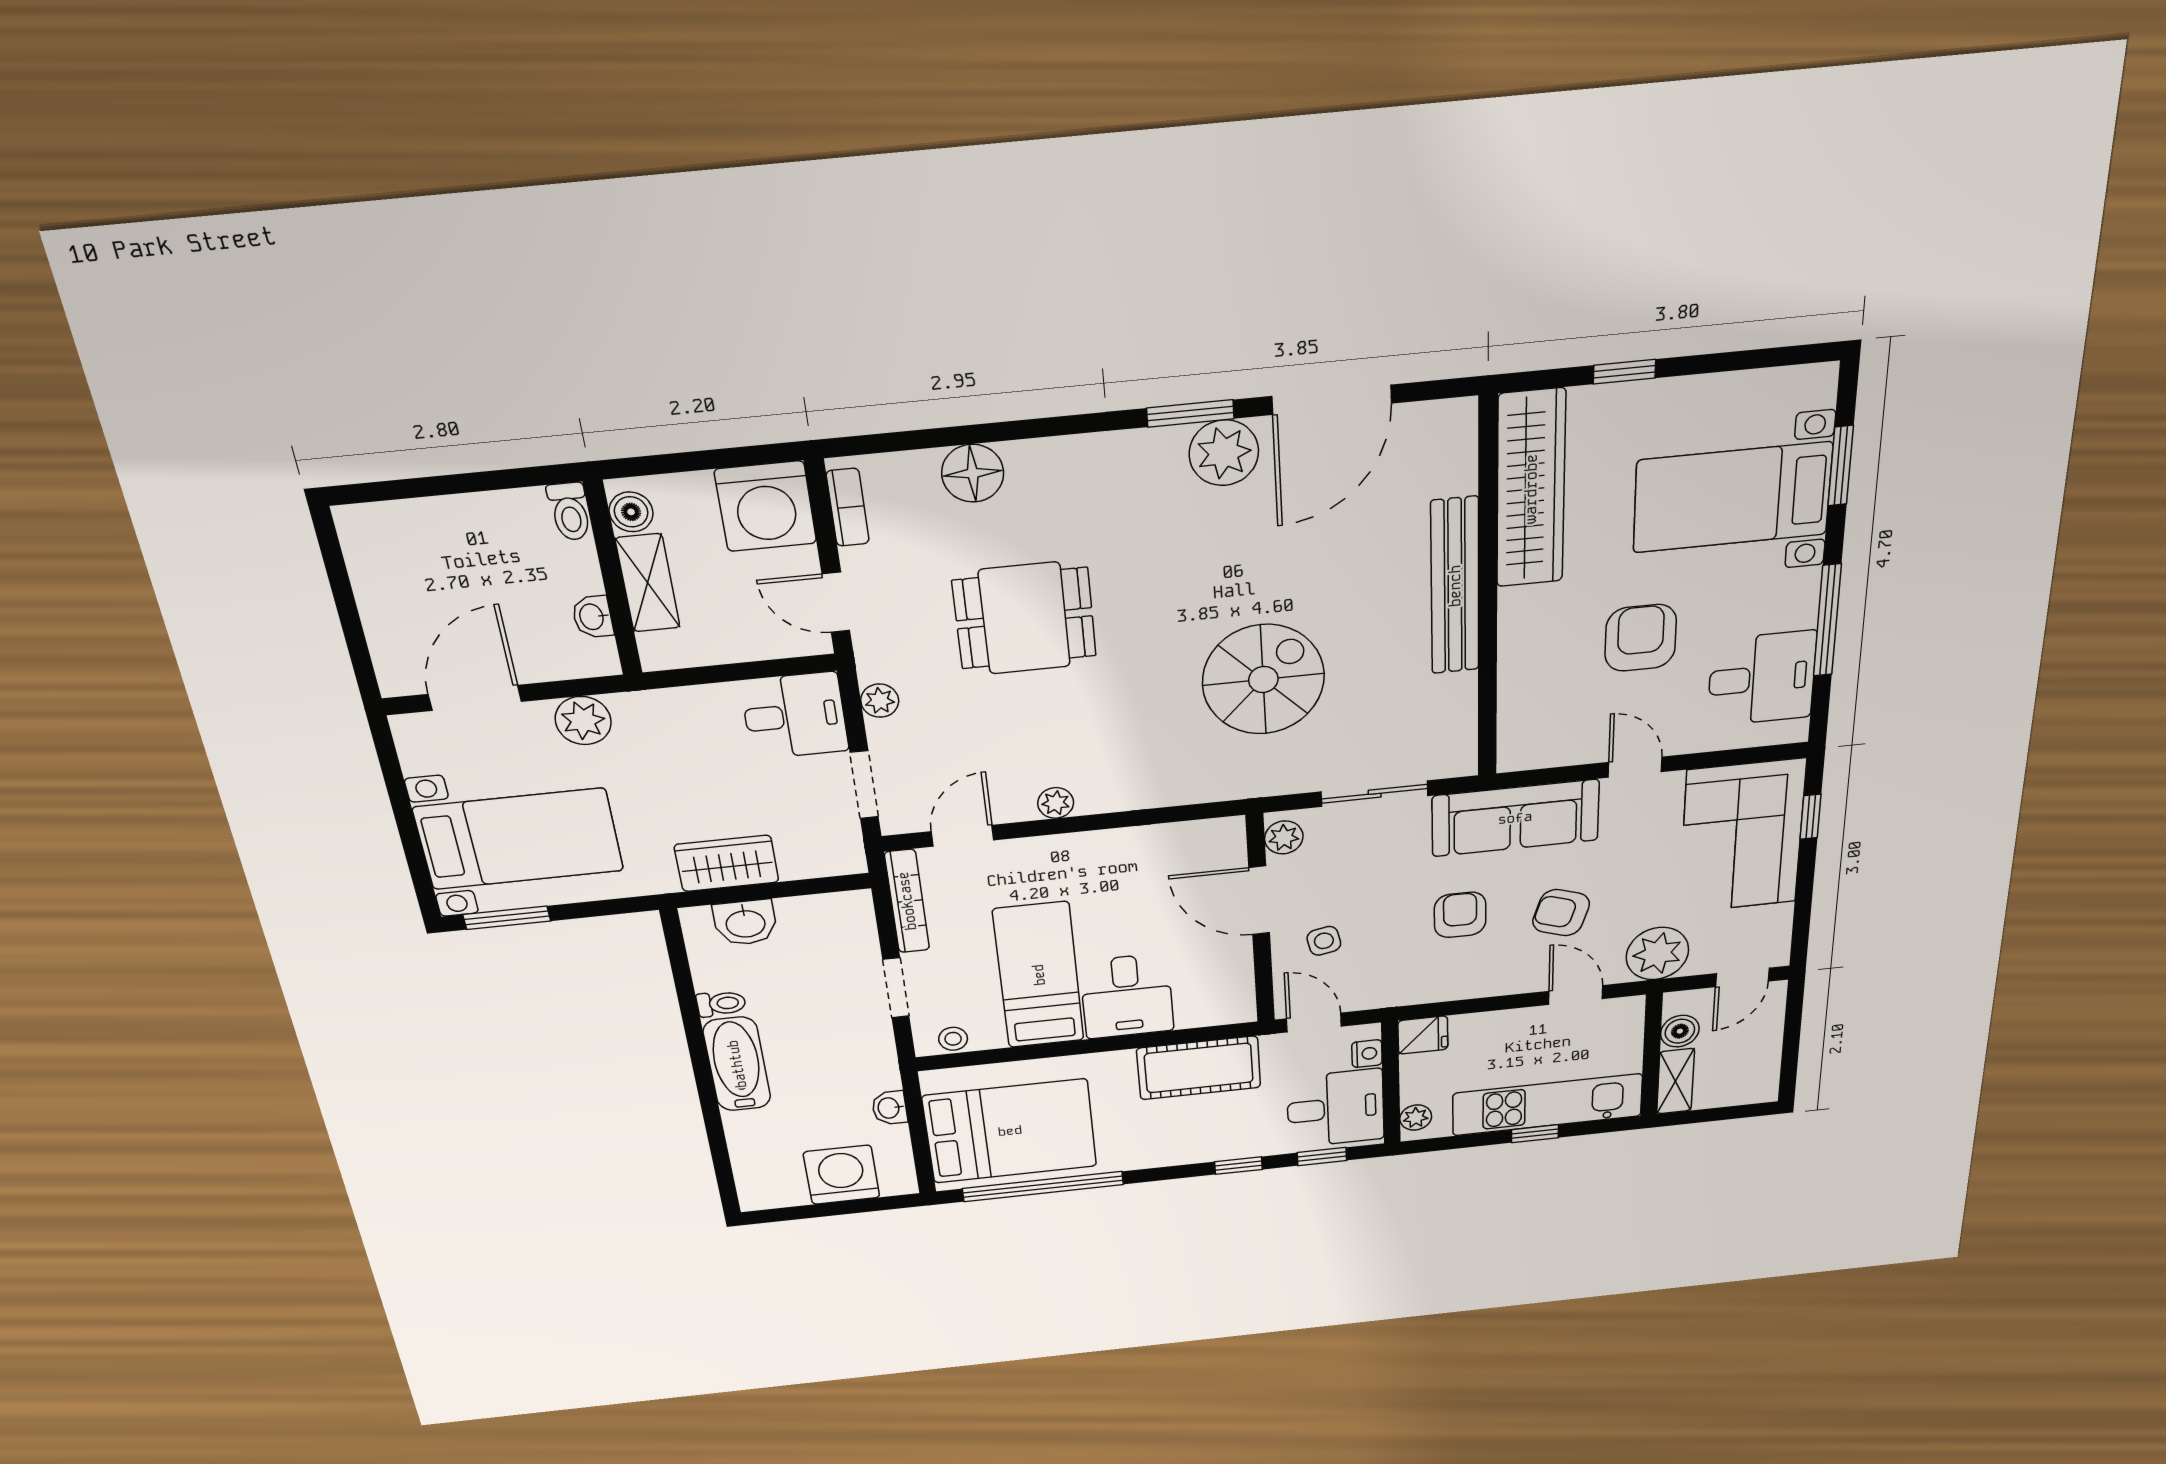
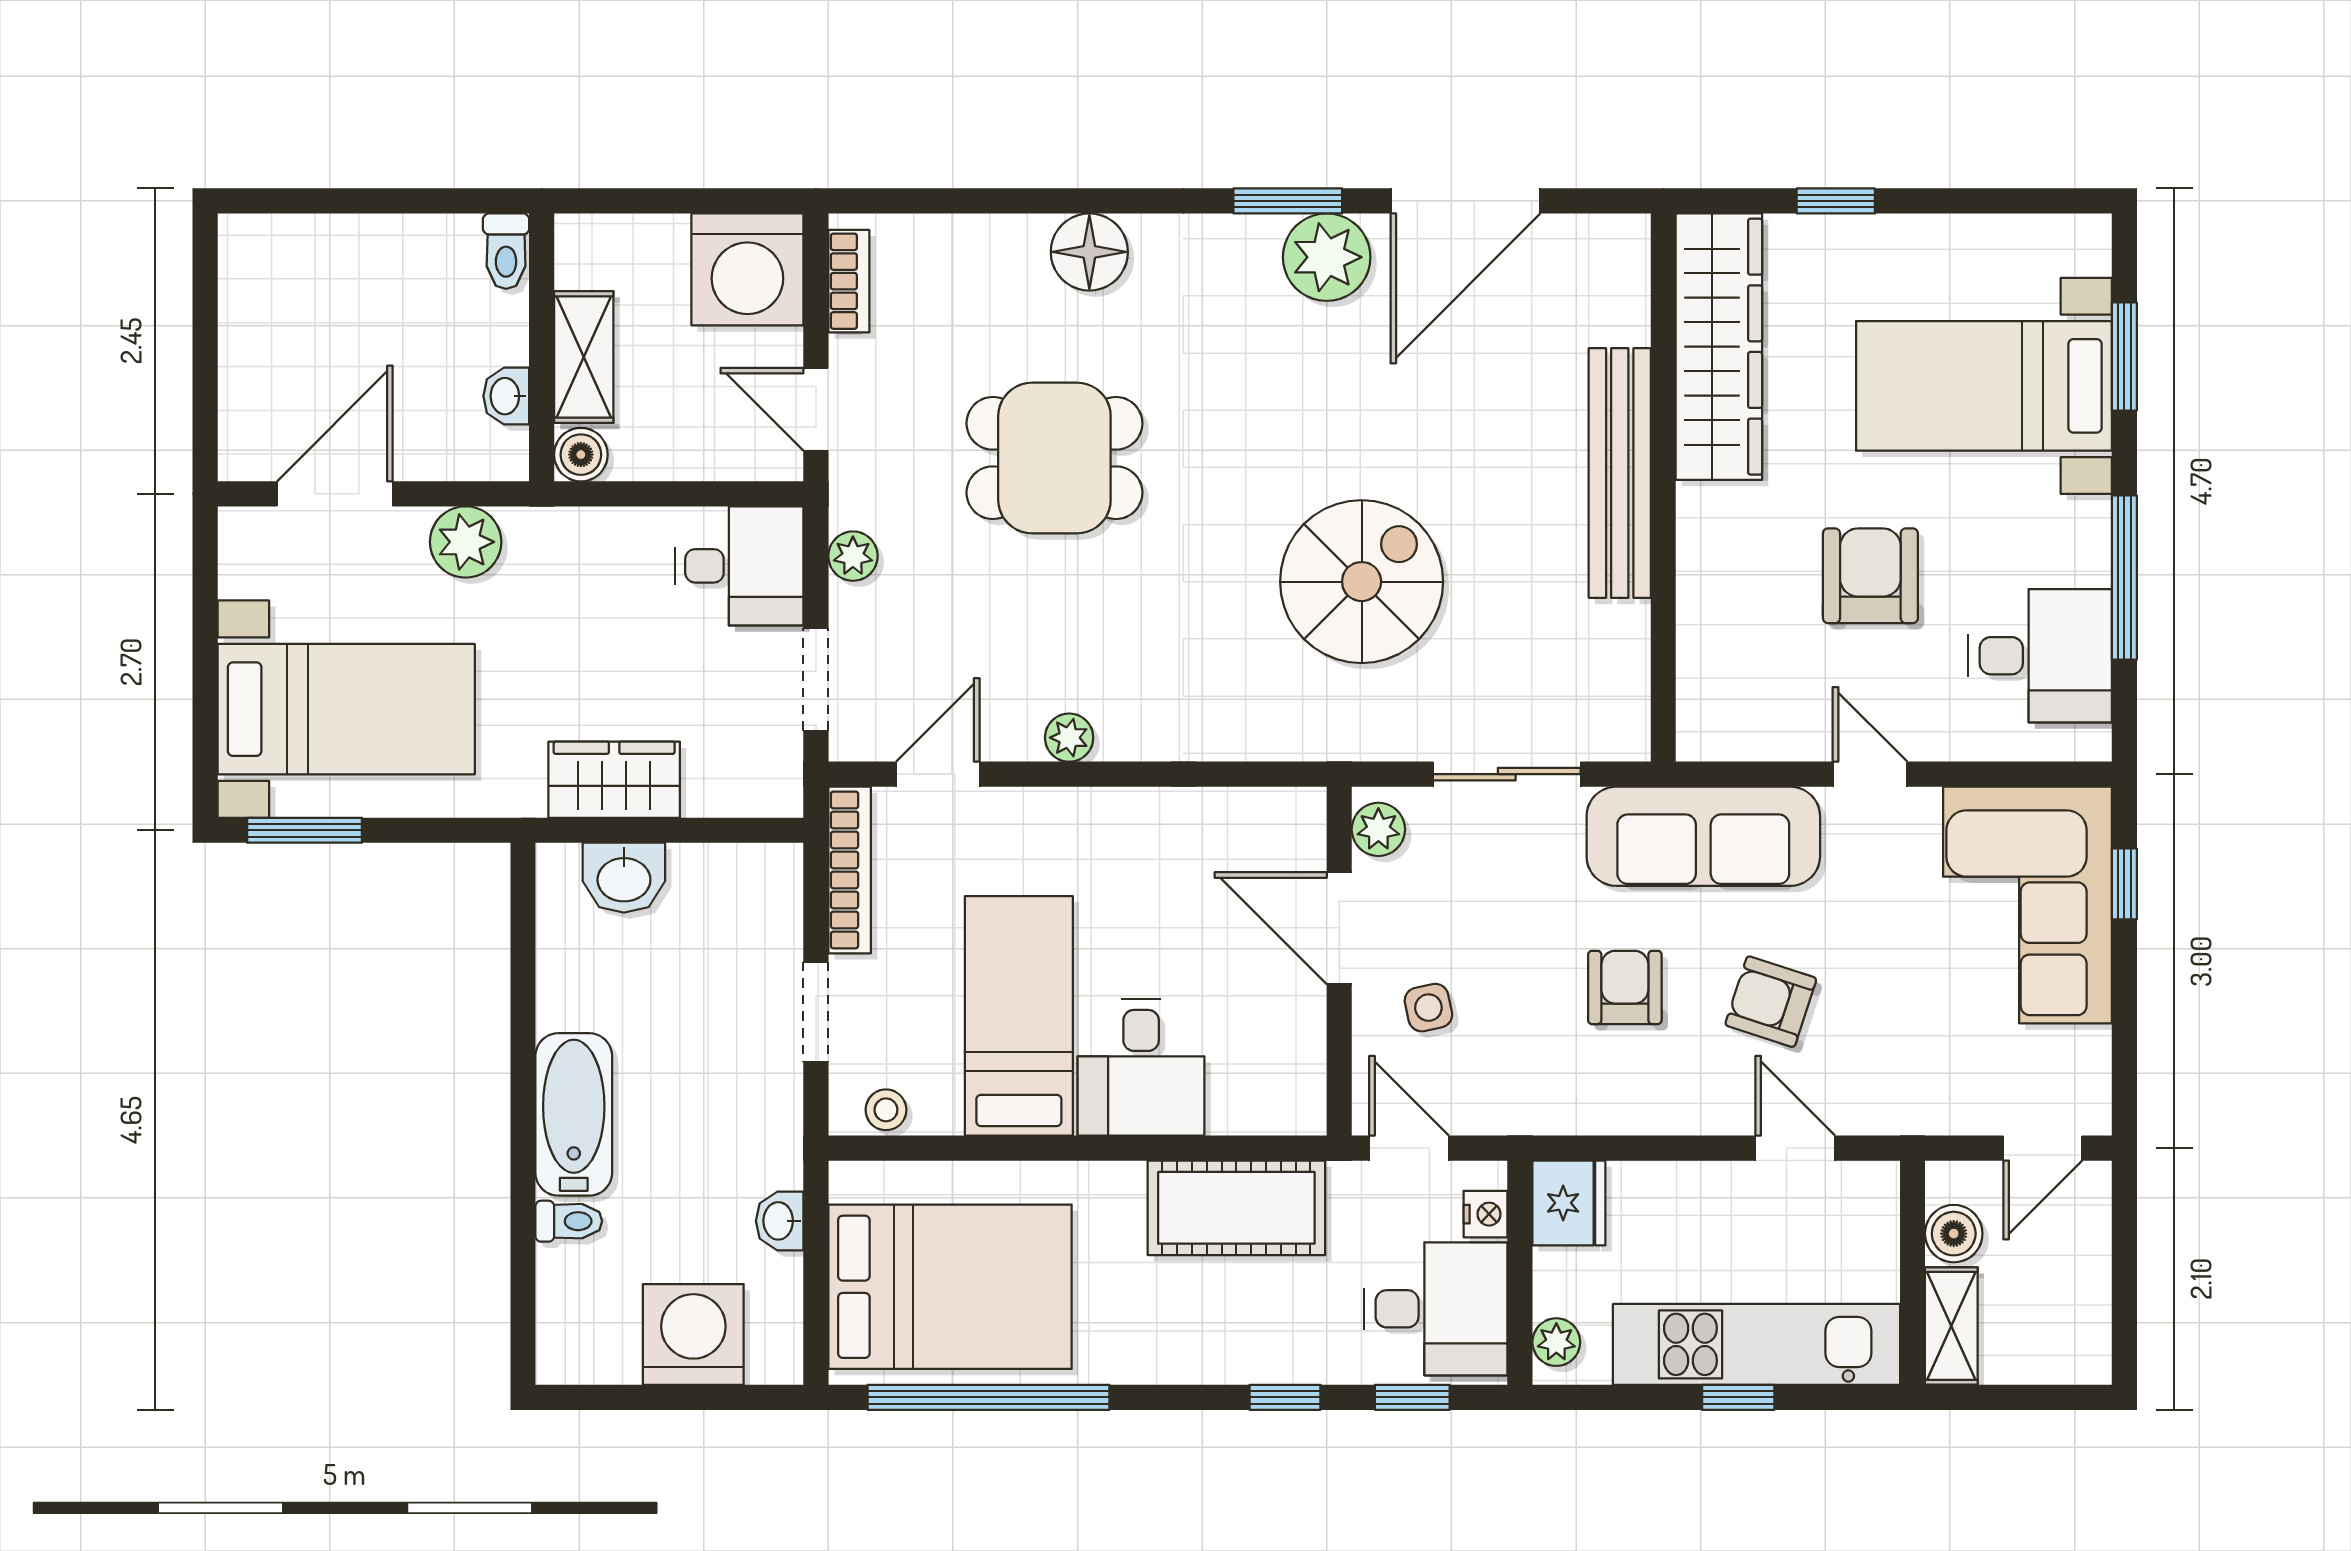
floor lamp: (973, 473) -> (1089, 252), moved
boiler: (631, 512) -> (581, 455), moved
plant: (1657, 954) -> (1914, 1090), removed
toilet: (721, 1004) -> (569, 1221), moved
fridge: (1423, 1035) -> (1569, 1203), width x1.38

